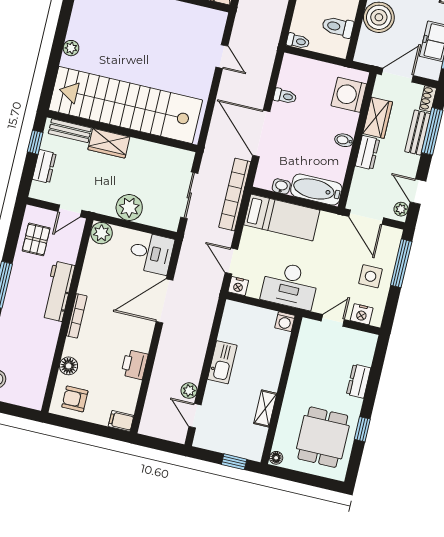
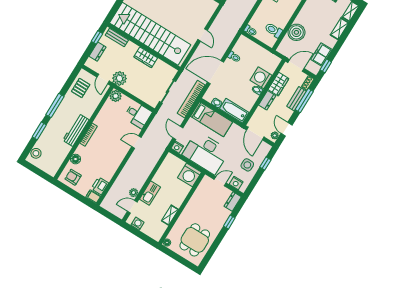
door: (222, 57) -> (203, 35), moved
washing machine: (349, 95) -> (261, 78), moved
door: (261, 133) -> (215, 72), hinge flipped
wardrobe: (109, 143) -> (146, 57), moved
plant: (129, 207) -> (120, 78), moved
door: (70, 211) -> (103, 79), hinge flipped
window: (401, 263) -> (265, 164), width x0.46
desk: (290, 285) -> (206, 153), width x1.36, depth x1.30
workbench: (58, 291) -> (76, 130), moved
door: (165, 301) -> (136, 142), width x0.53
washing machine: (285, 322) -> (189, 175), width x1.89, depth x1.89
kitchen sink: (222, 362) -> (150, 193), moved
printer: (134, 365) -> (100, 186), moved
dresser: (359, 381) -> (233, 201), moved
door: (195, 416) -> (132, 207), hinge flipped
window: (362, 429) -> (229, 222), moved
washing machine: (214, 442) -> (137, 224), added
window: (234, 462) -> (145, 237), removed

